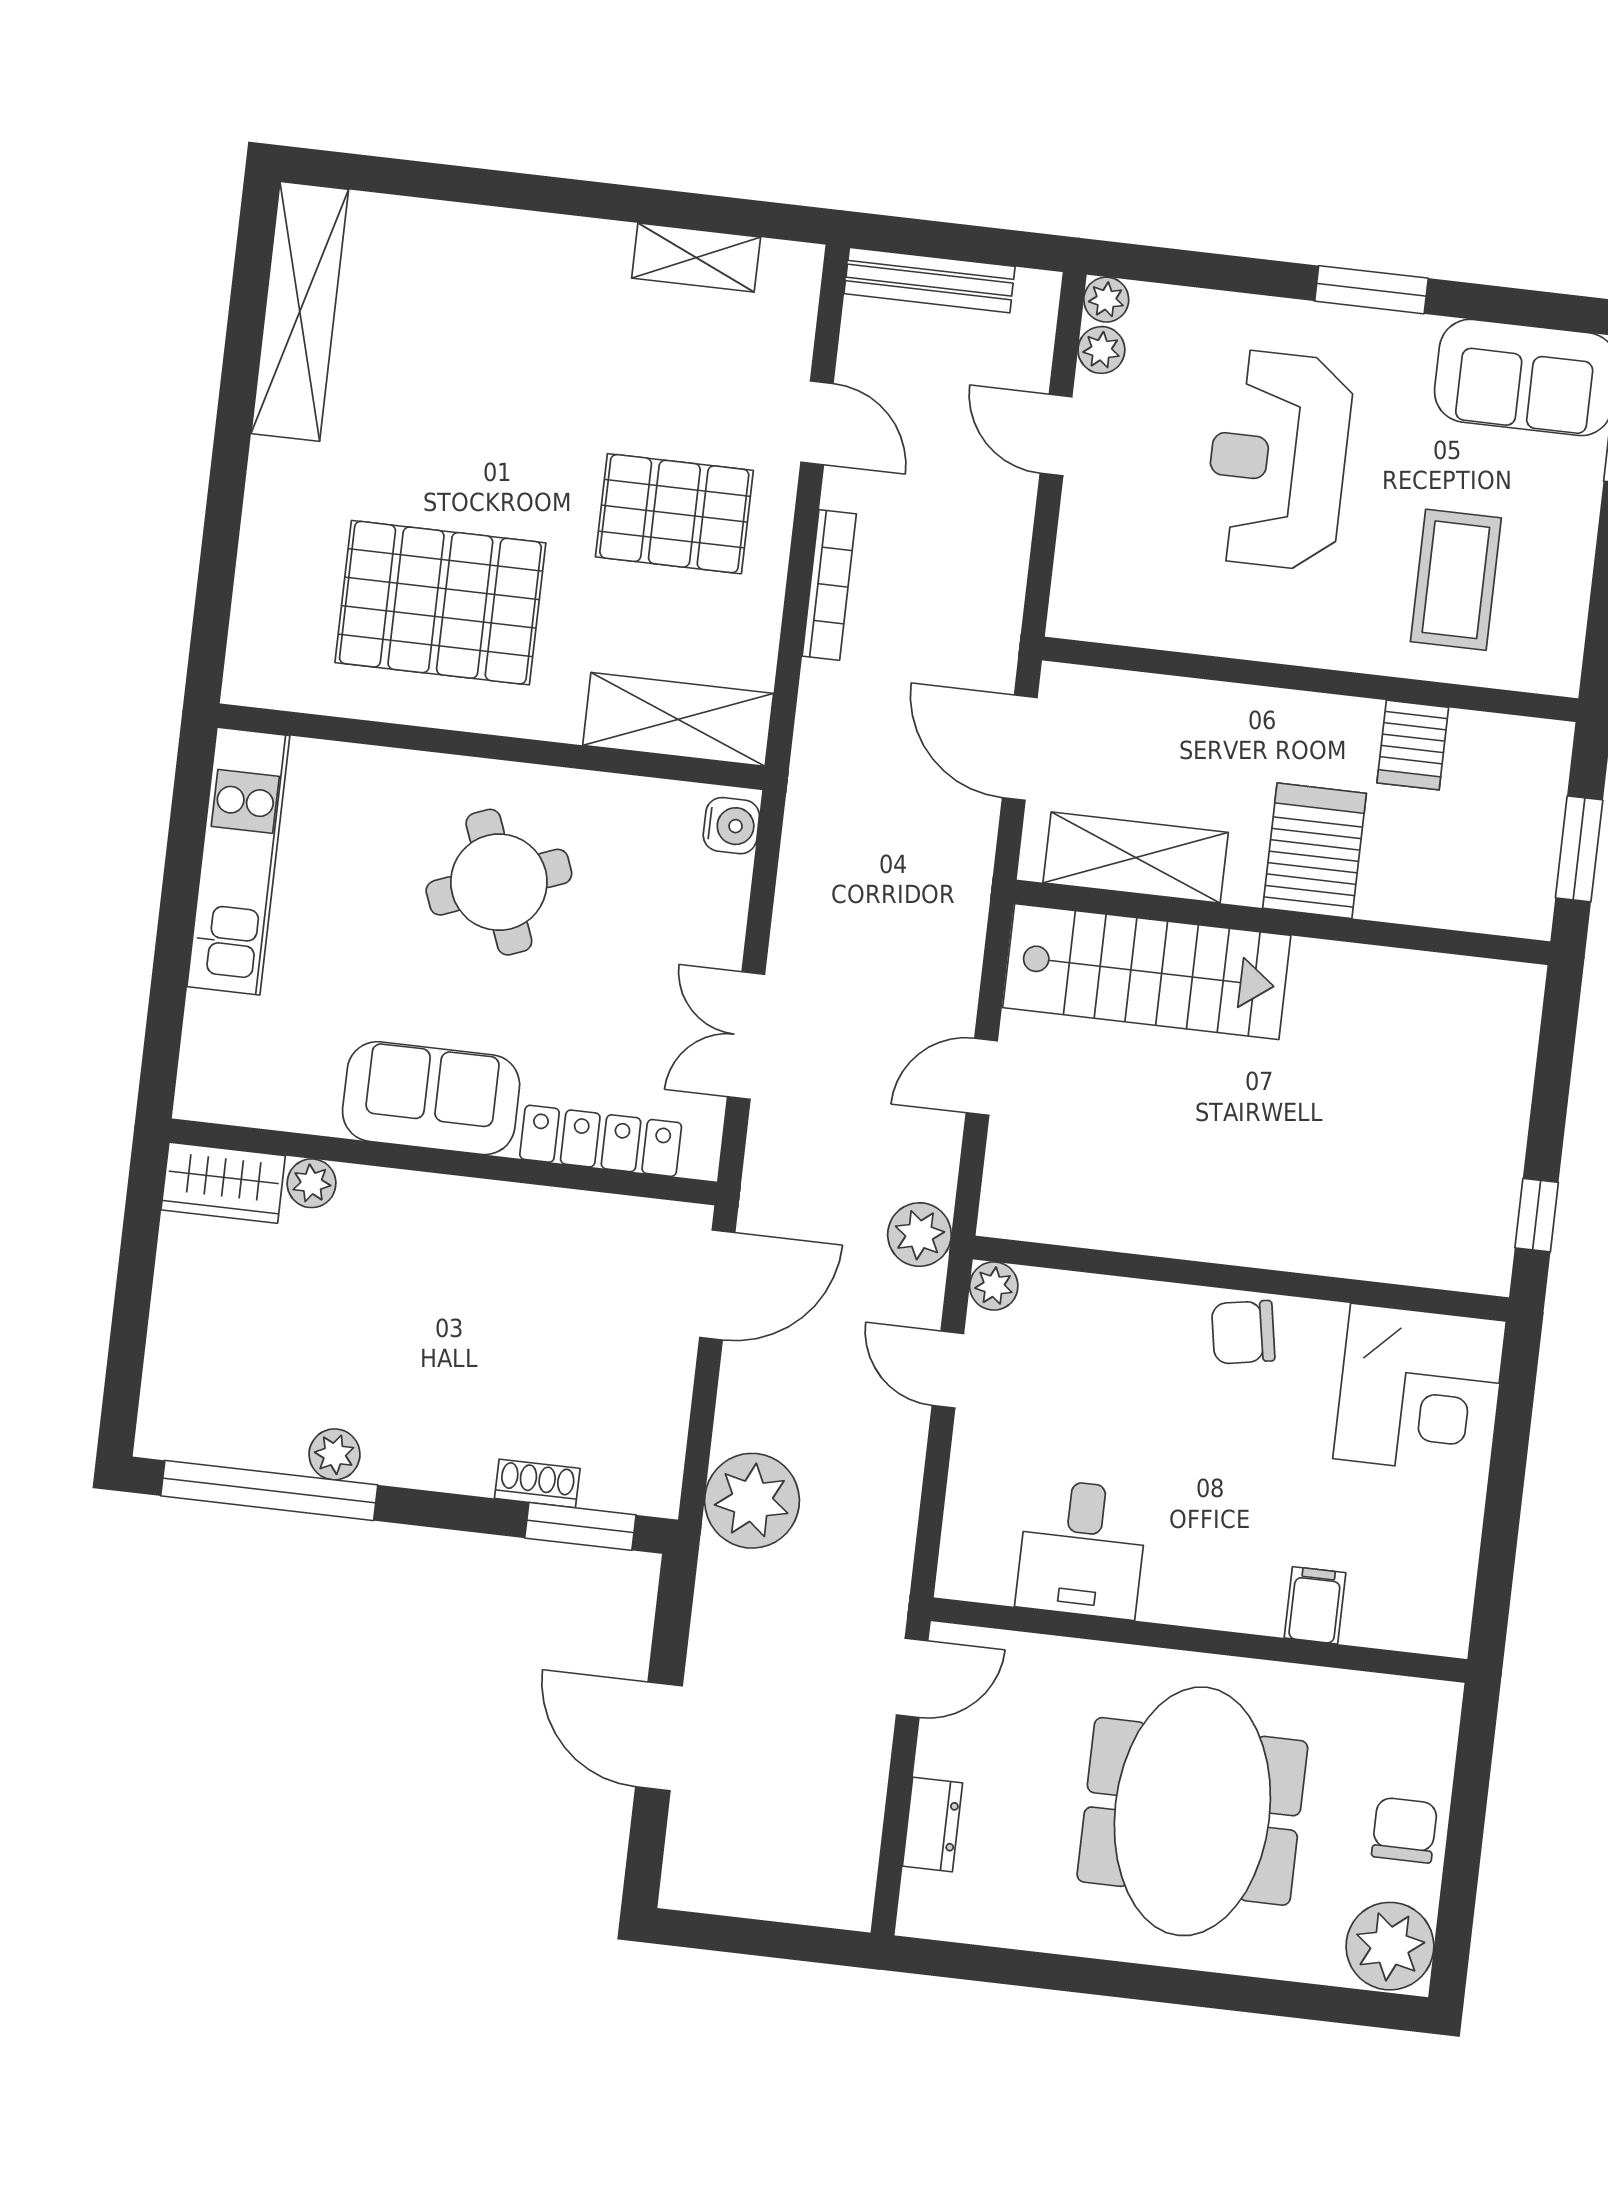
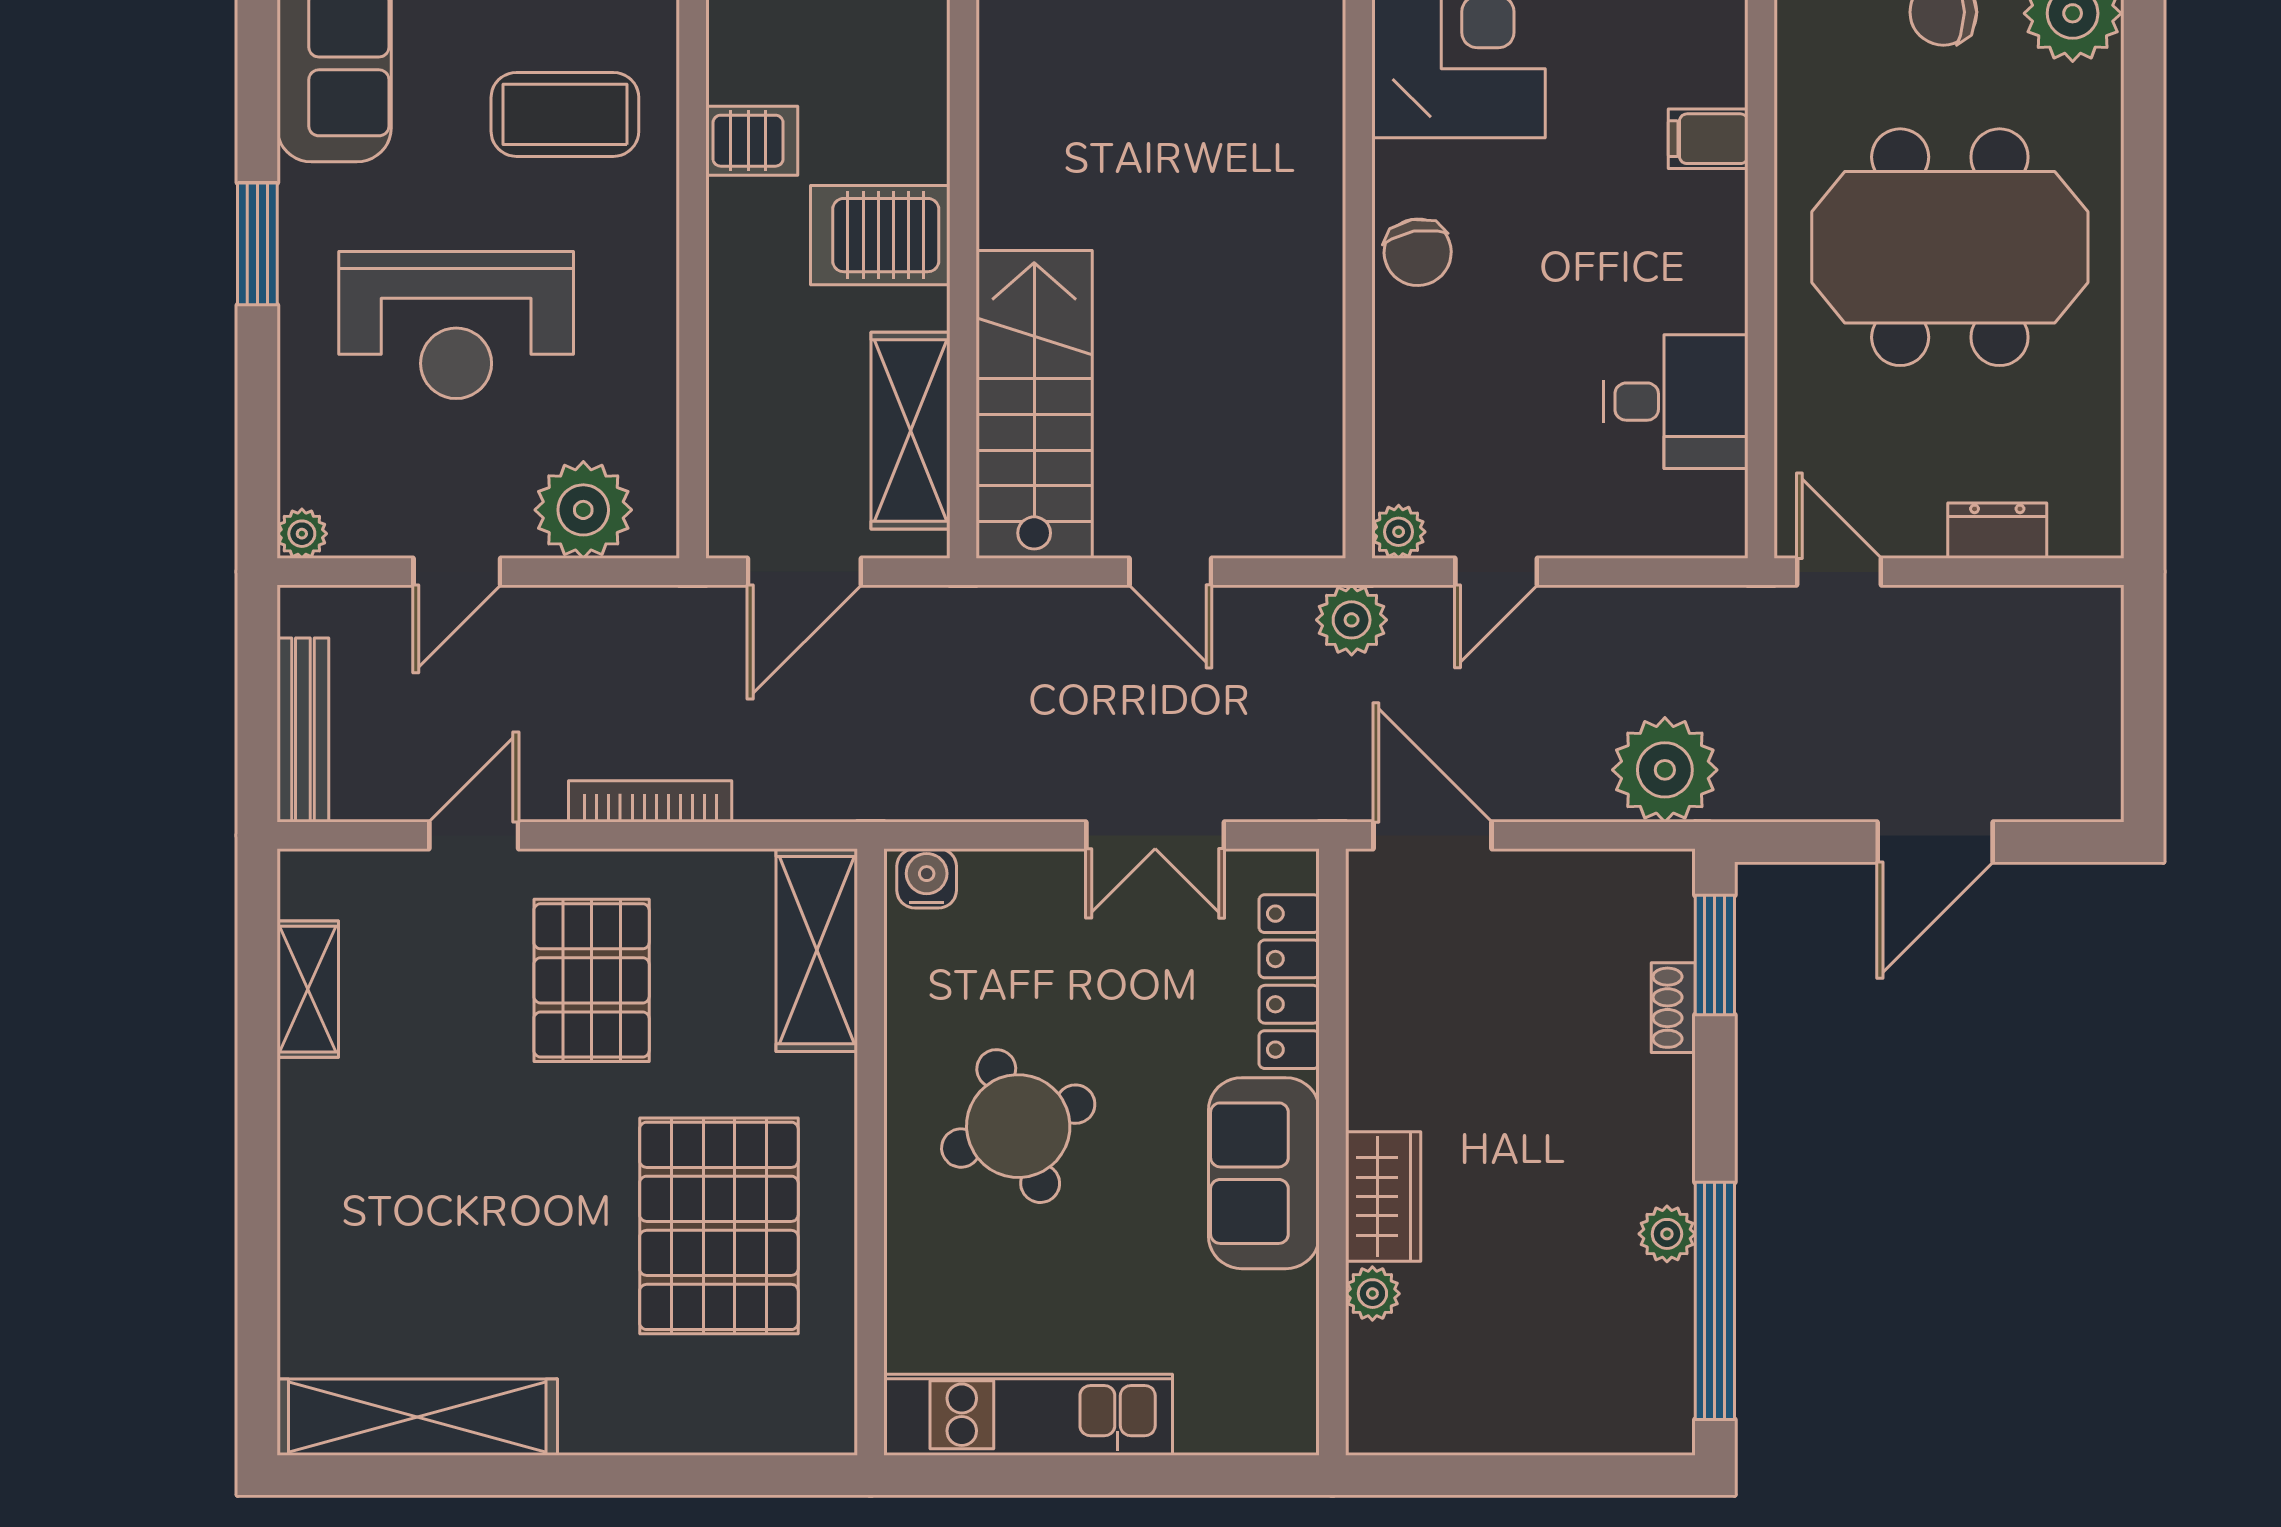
plant: (1101, 350) -> (583, 510), moved, width x1.88, depth x1.88
wardrobe: (223, 1183) -> (1383, 1196), moved

